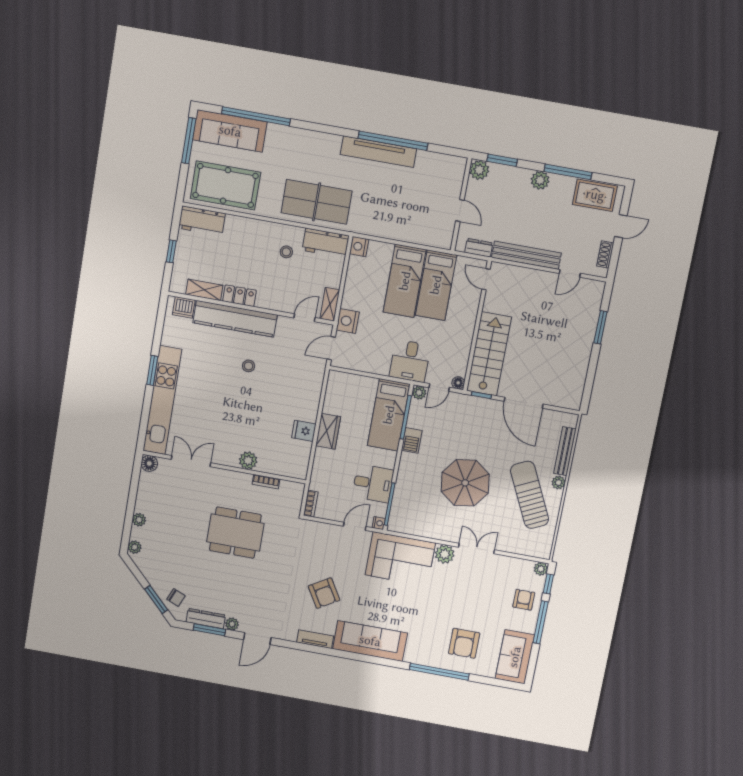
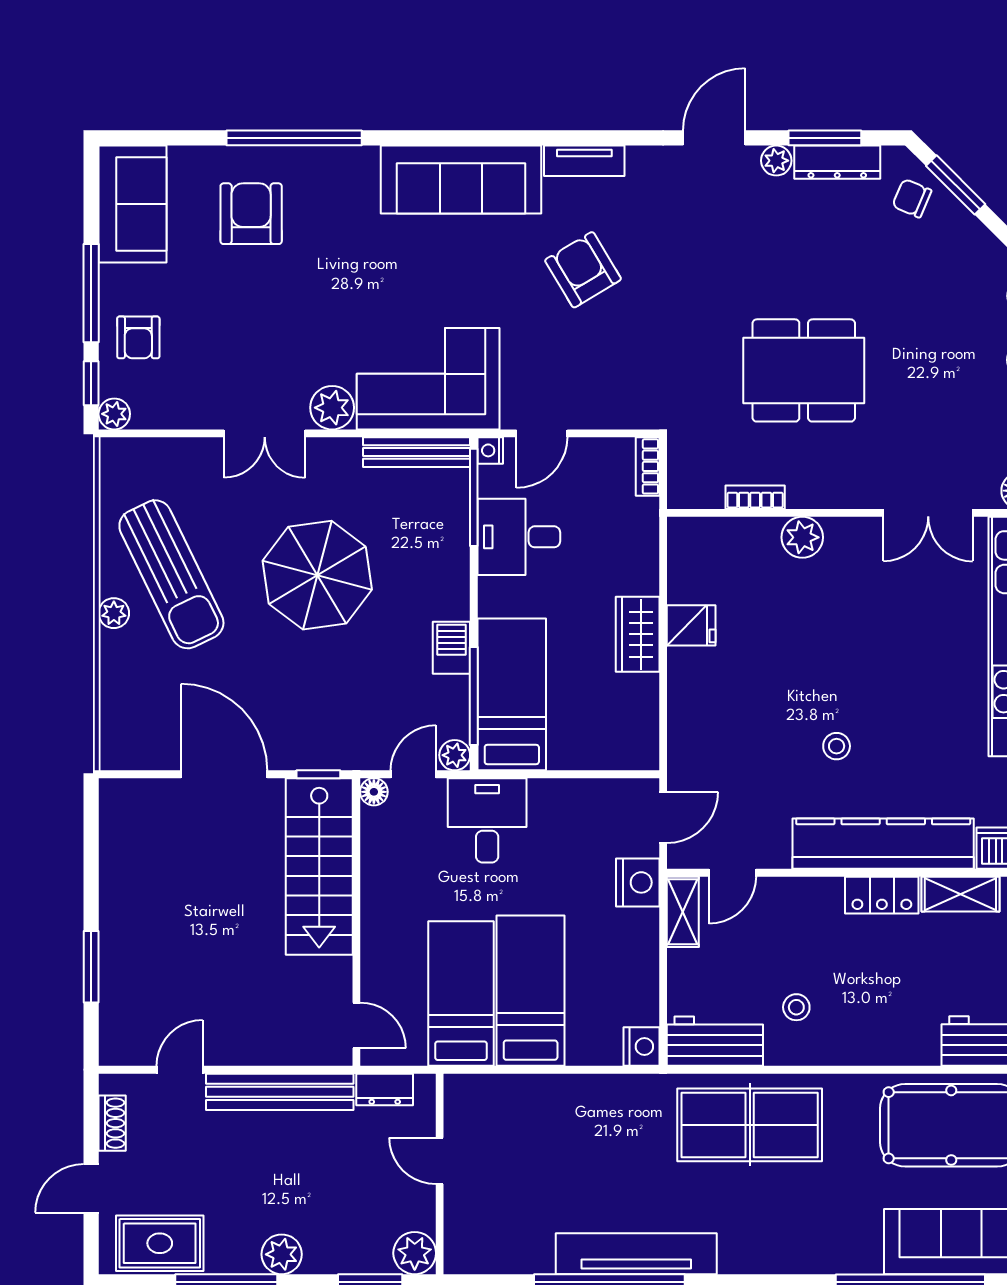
bench: (565, 451) -> (417, 452), moved, turned 90

